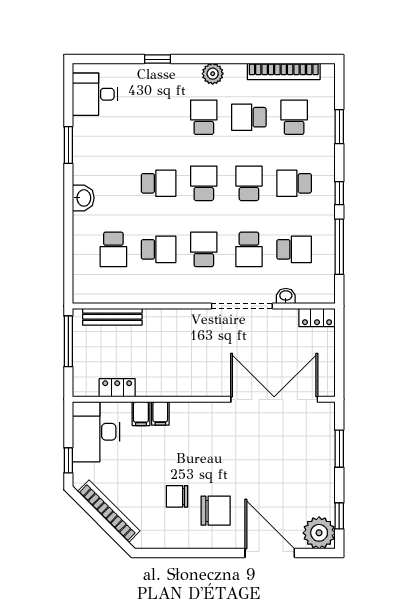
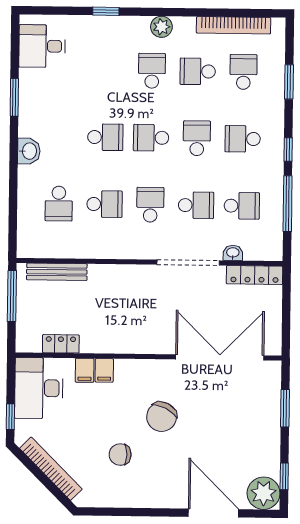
school desk: (204, 183) -> (151, 138), turned -90
school desk: (249, 249) -> (196, 205), turned -90
locker: (317, 318) -> (255, 275), width x1.53
chair: (216, 511) -> (162, 417), moved, turned 117

